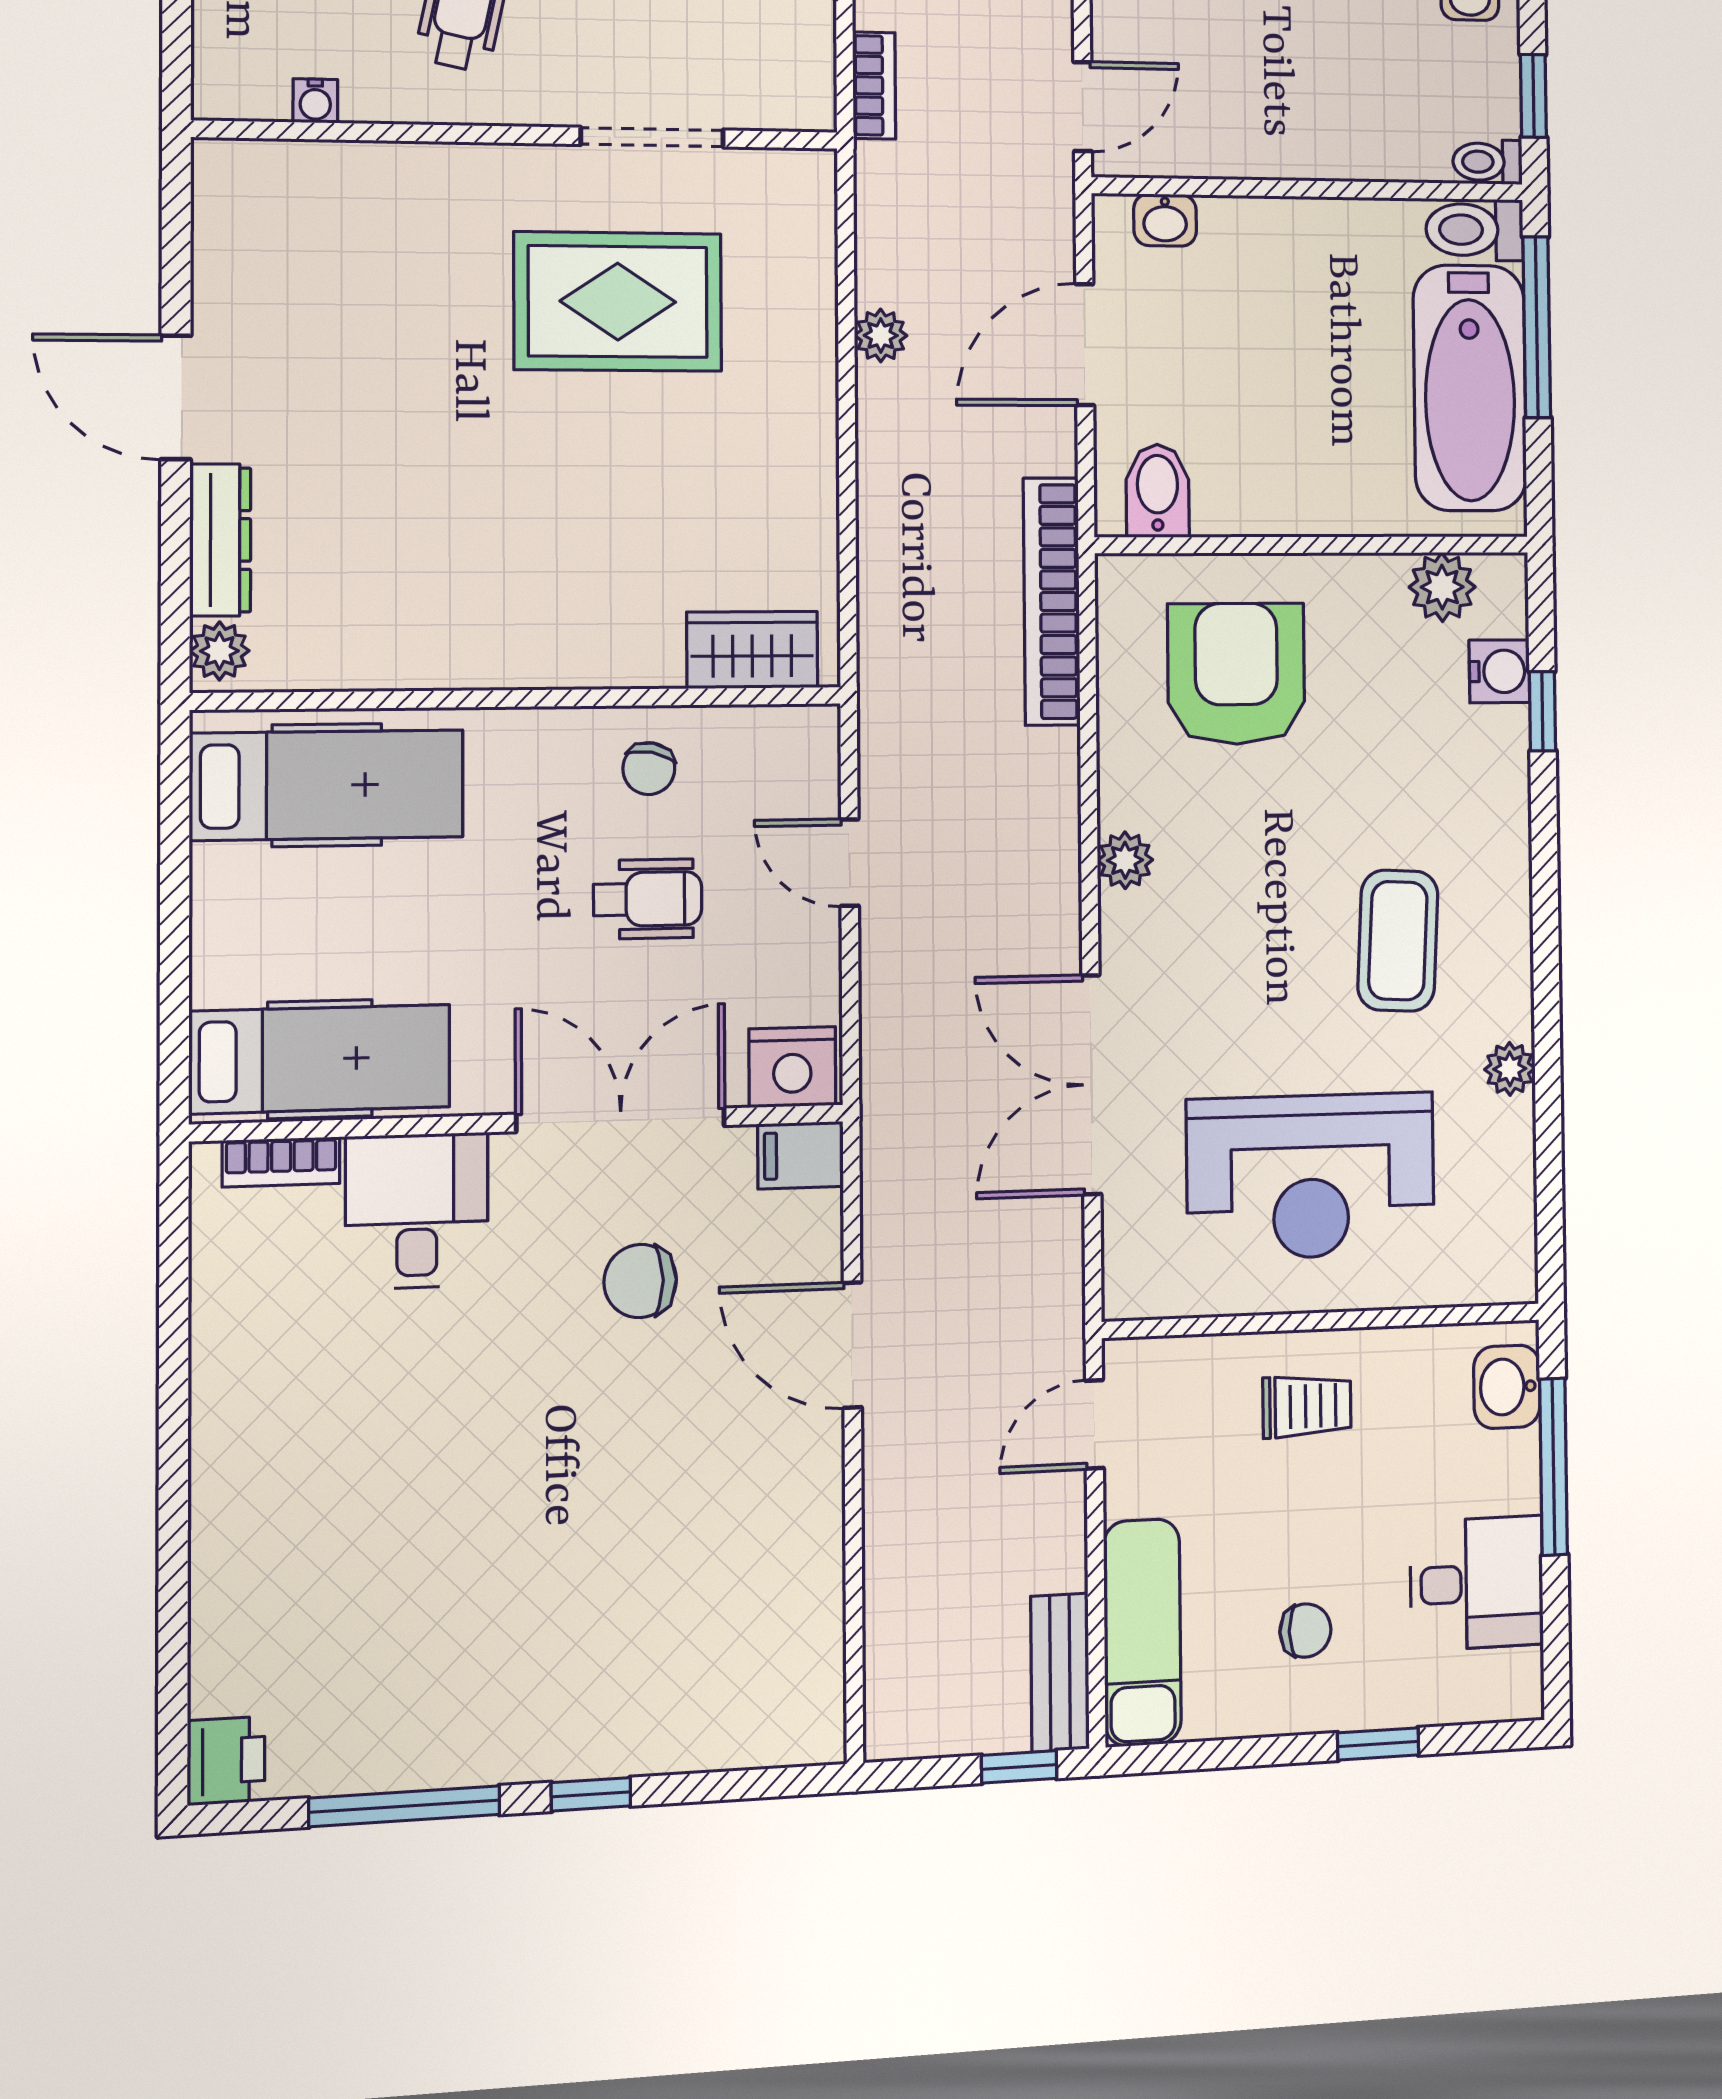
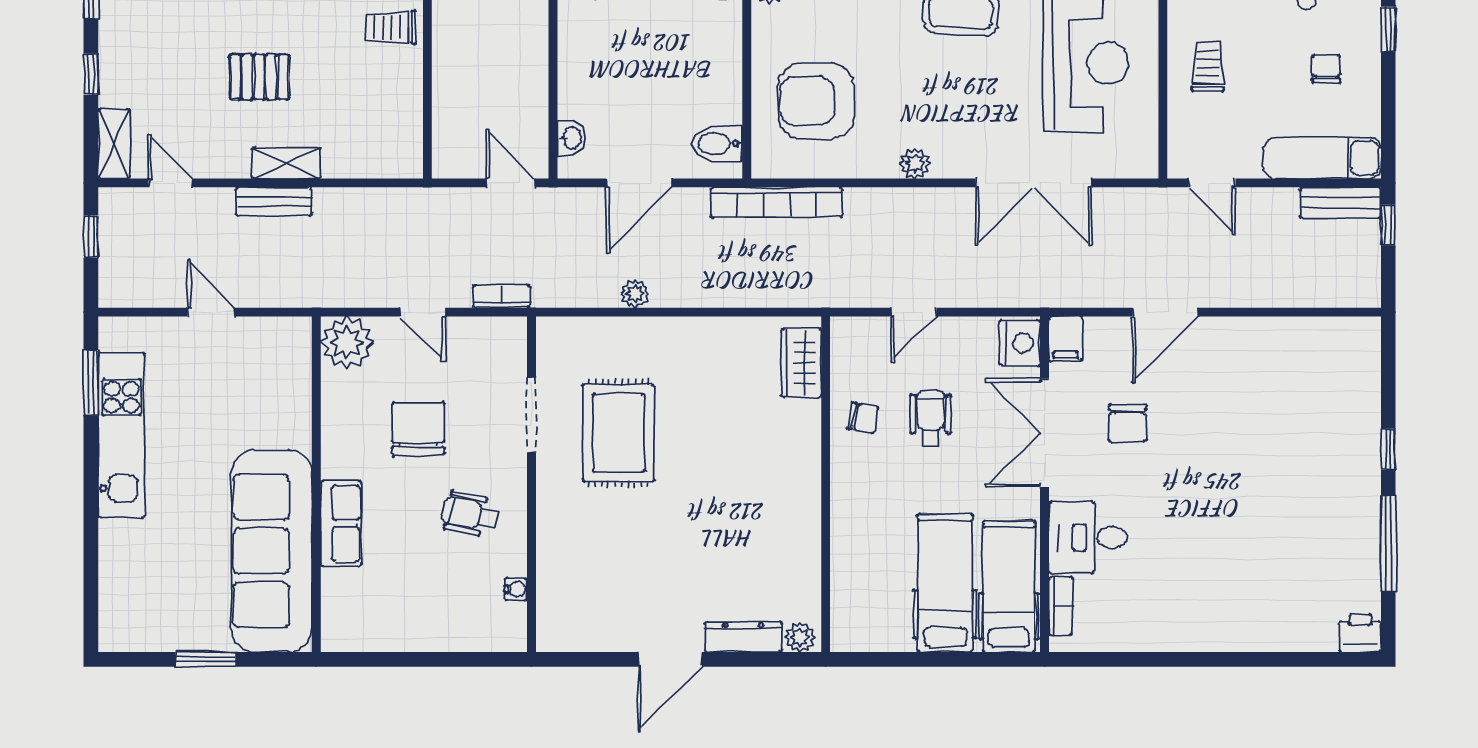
door: (1085, 345) -> (639, 183), hinge flipped
hospital bed: (327, 785) -> (945, 583), moved

